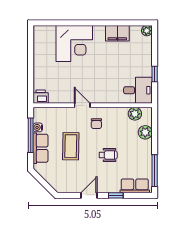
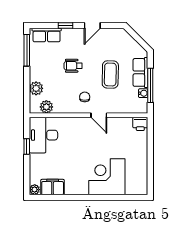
filing cabinet: (117, 33) -> (53, 187), moved
desk: (138, 90) -> (43, 135), width x1.37

